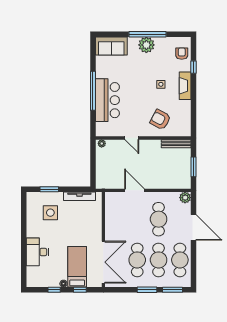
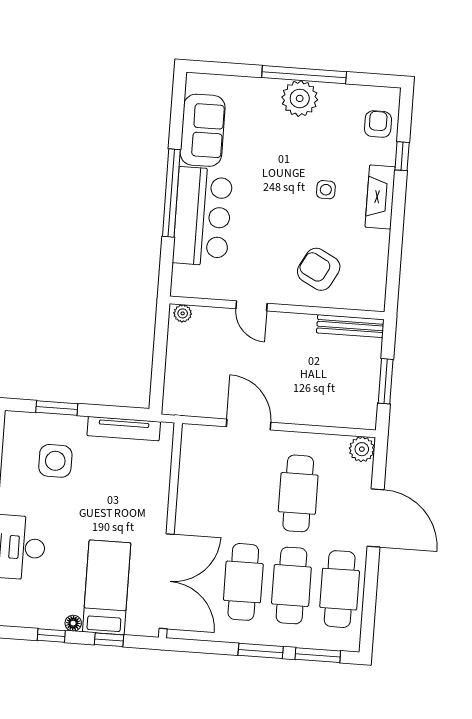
sofa: (111, 46) -> (203, 130), moved, turned -90

